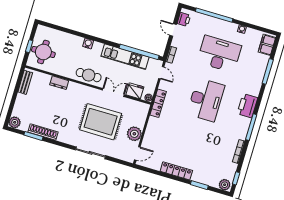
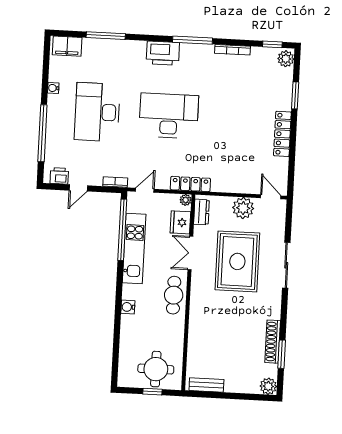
dresser: (59, 83) -> (201, 212), moved

